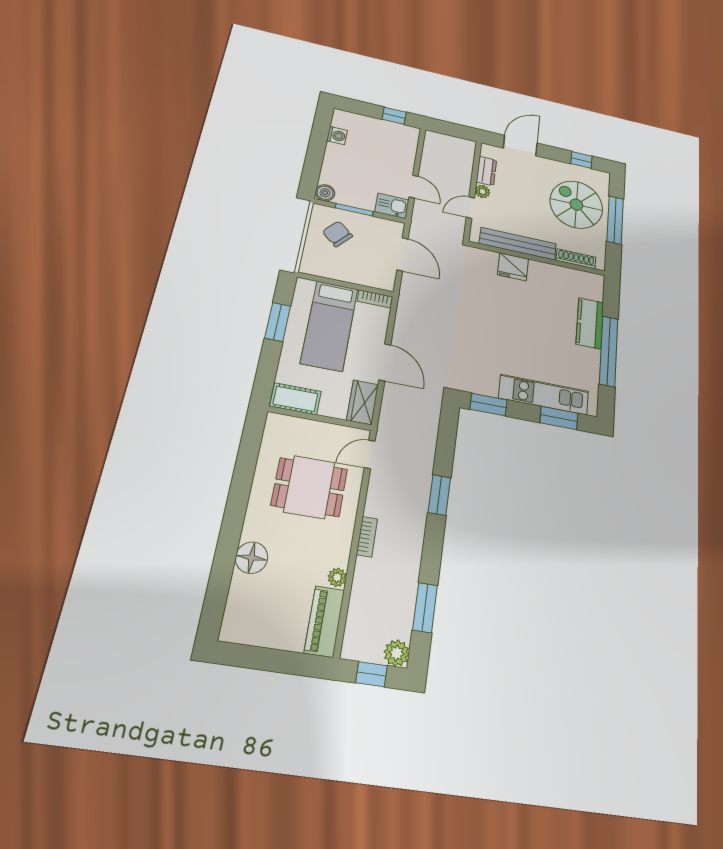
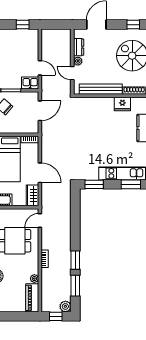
door: (470, 208) -> (72, 73), hinge flipped
door: (402, 254) -> (40, 111), hinge flipped
fridge: (513, 267) -> (122, 104), moved
window: (439, 495) -> (75, 260), moved

